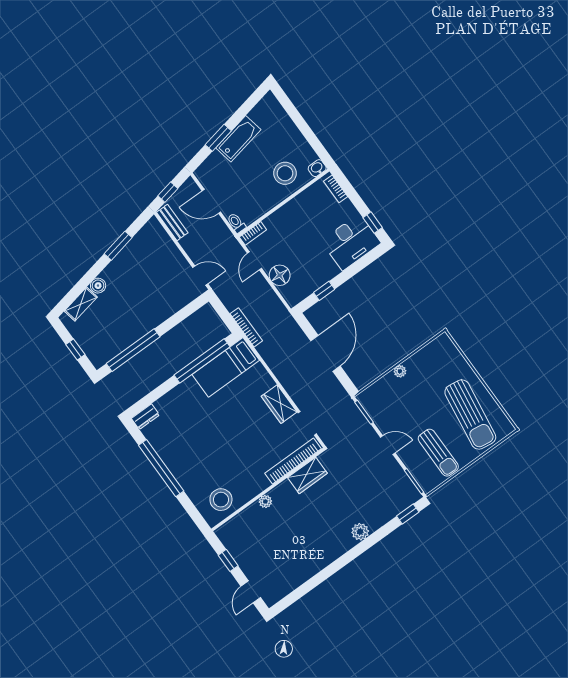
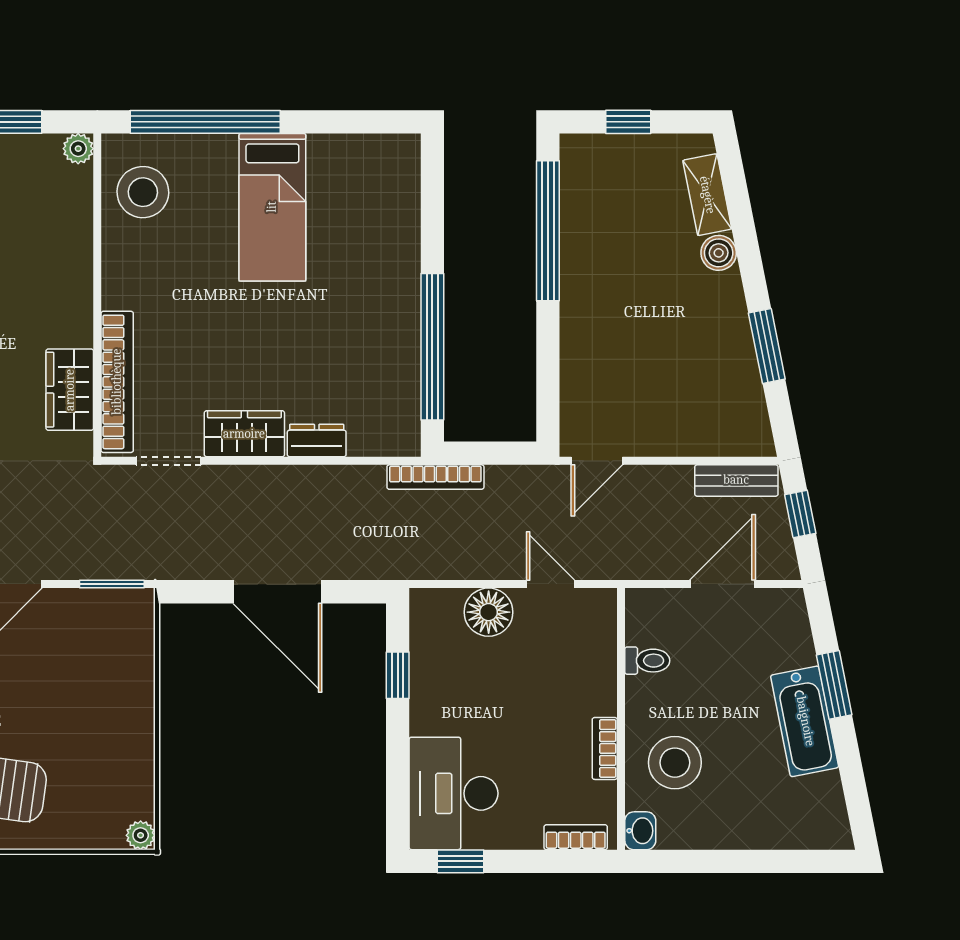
toilet: (236, 223) -> (647, 661), moved
bookcase: (253, 233) -> (605, 748), moved
bed: (226, 367) -> (272, 207), moved, turned 180
plant: (400, 371) -> (141, 835), moved
dresser: (145, 417) -> (317, 440), moved, turned 90
window: (161, 468) -> (205, 122), moved
plant: (265, 501) -> (78, 149), moved

